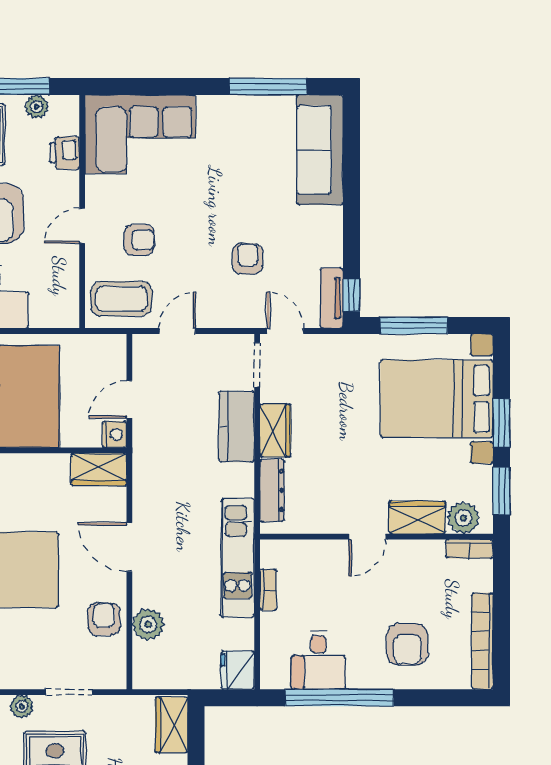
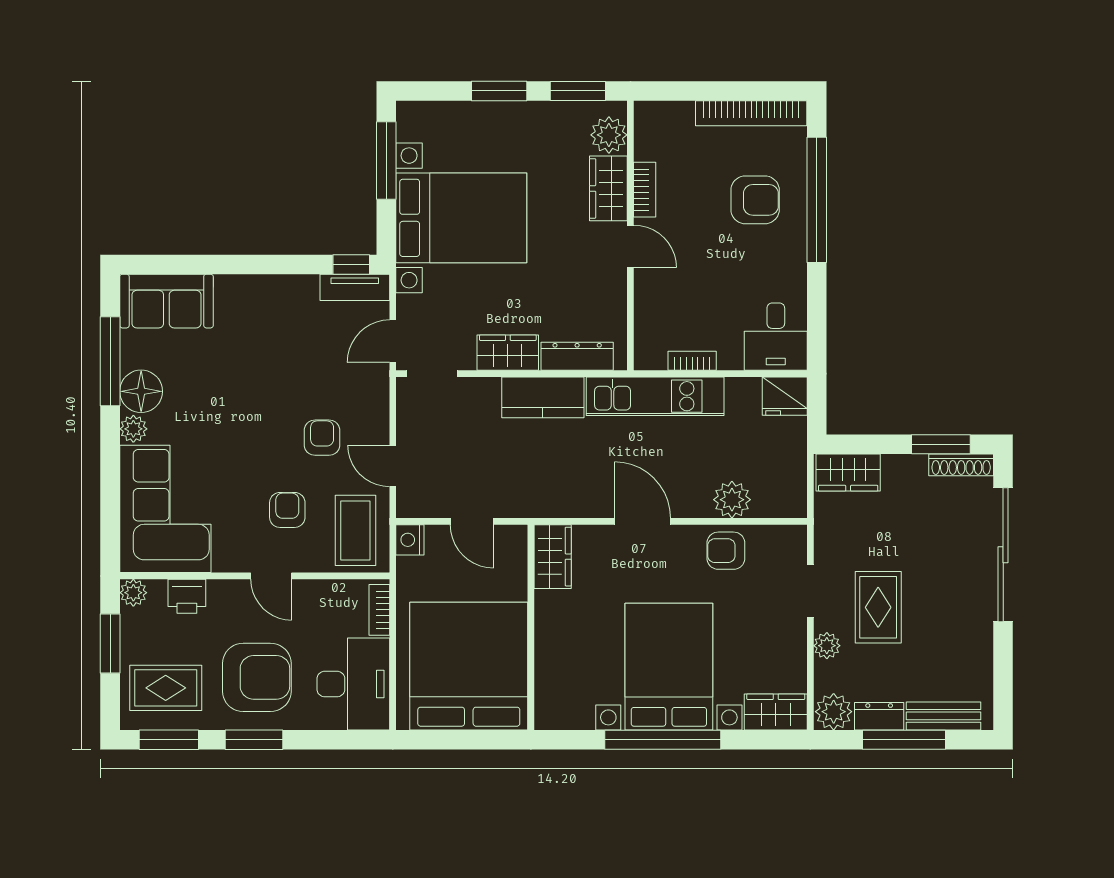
plant: (37, 107) -> (133, 593), moved
plant: (209, 107) -> (133, 429), added
floor lamp: (242, 113) -> (141, 391), added
sofa: (320, 150) -> (166, 301), width x0.73
armchair: (248, 259) -> (322, 438), moved, turned 90
bookcase: (53, 319) -> (379, 610), added
window: (414, 325) -> (386, 160), moved
bed with nightstands: (437, 399) -> (461, 218), moved, turned -90
kitchen counter: (237, 427) -> (543, 397), moved
nightstand: (114, 435) -> (410, 540), moved, turned -90
door: (129, 547) -> (643, 521), swing flipped
bookcase: (469, 549) -> (645, 190), moved
desk: (318, 660) -> (776, 337), moved, turned 90
window: (339, 698) -> (817, 200), moved

